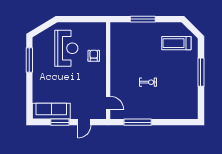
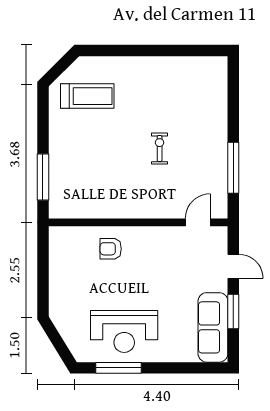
window: (143, 19) -> (43, 177), moved
treadmill: (176, 43) -> (87, 96), turned -90
reception desk: (66, 48) -> (124, 331), moved, turned 180
window: (201, 72) -> (141, 51), removed

